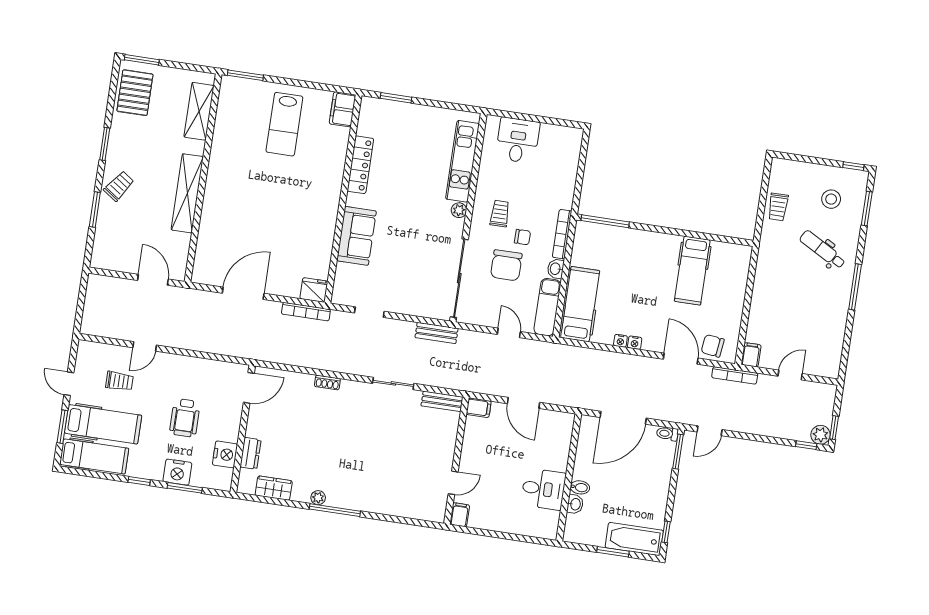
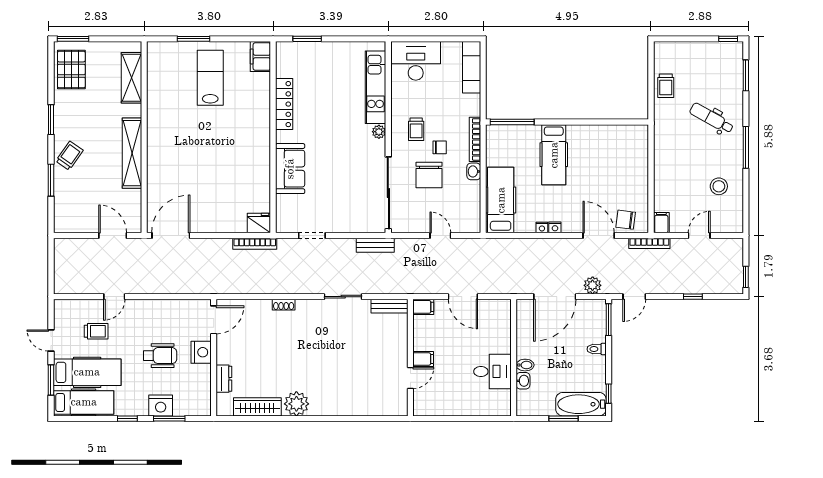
window: (245, 75) -> (193, 39), moved
lab bench: (284, 124) -> (210, 78), turned 180
desk: (518, 140) -> (416, 61), width x1.37
stool: (831, 199) -> (719, 186), moved
trolley: (500, 214) -> (416, 129), turned 180
hospital bed: (692, 271) -> (554, 155), moved
door: (243, 293) -> (171, 236), moved
exam couch: (547, 307) -> (472, 67), moved
wheelchair: (185, 418) -> (160, 356), turned -90
toilet: (667, 434) -> (597, 349), moved
plant: (820, 435) -> (593, 285), moved
window: (806, 445) -> (693, 297), moved
nightstand: (225, 454) -> (201, 352), moved
wardrobe: (274, 488) -> (257, 407), width x1.50
plant: (318, 498) -> (296, 404), width x1.88, depth x1.88
window: (335, 510) -> (308, 419), removed
filing cabinet: (460, 515) -> (423, 359), moved, turned 90

